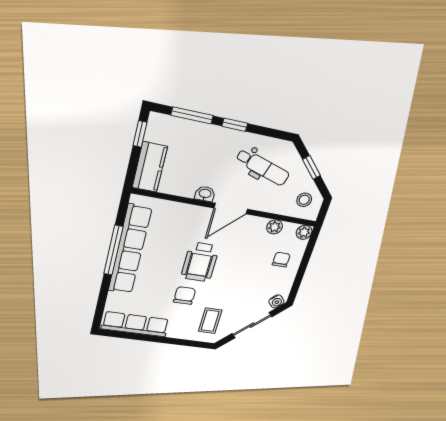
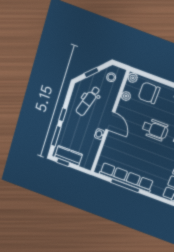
kitchen counter: (150, 167) -> (68, 156), moved
dental chair: (263, 167) -> (88, 101), turned 180
chair: (281, 260) -> (149, 93), width x1.87, depth x1.87
wheelchair: (200, 262) -> (155, 130), moved
chair: (185, 295) -> (162, 153), removed

